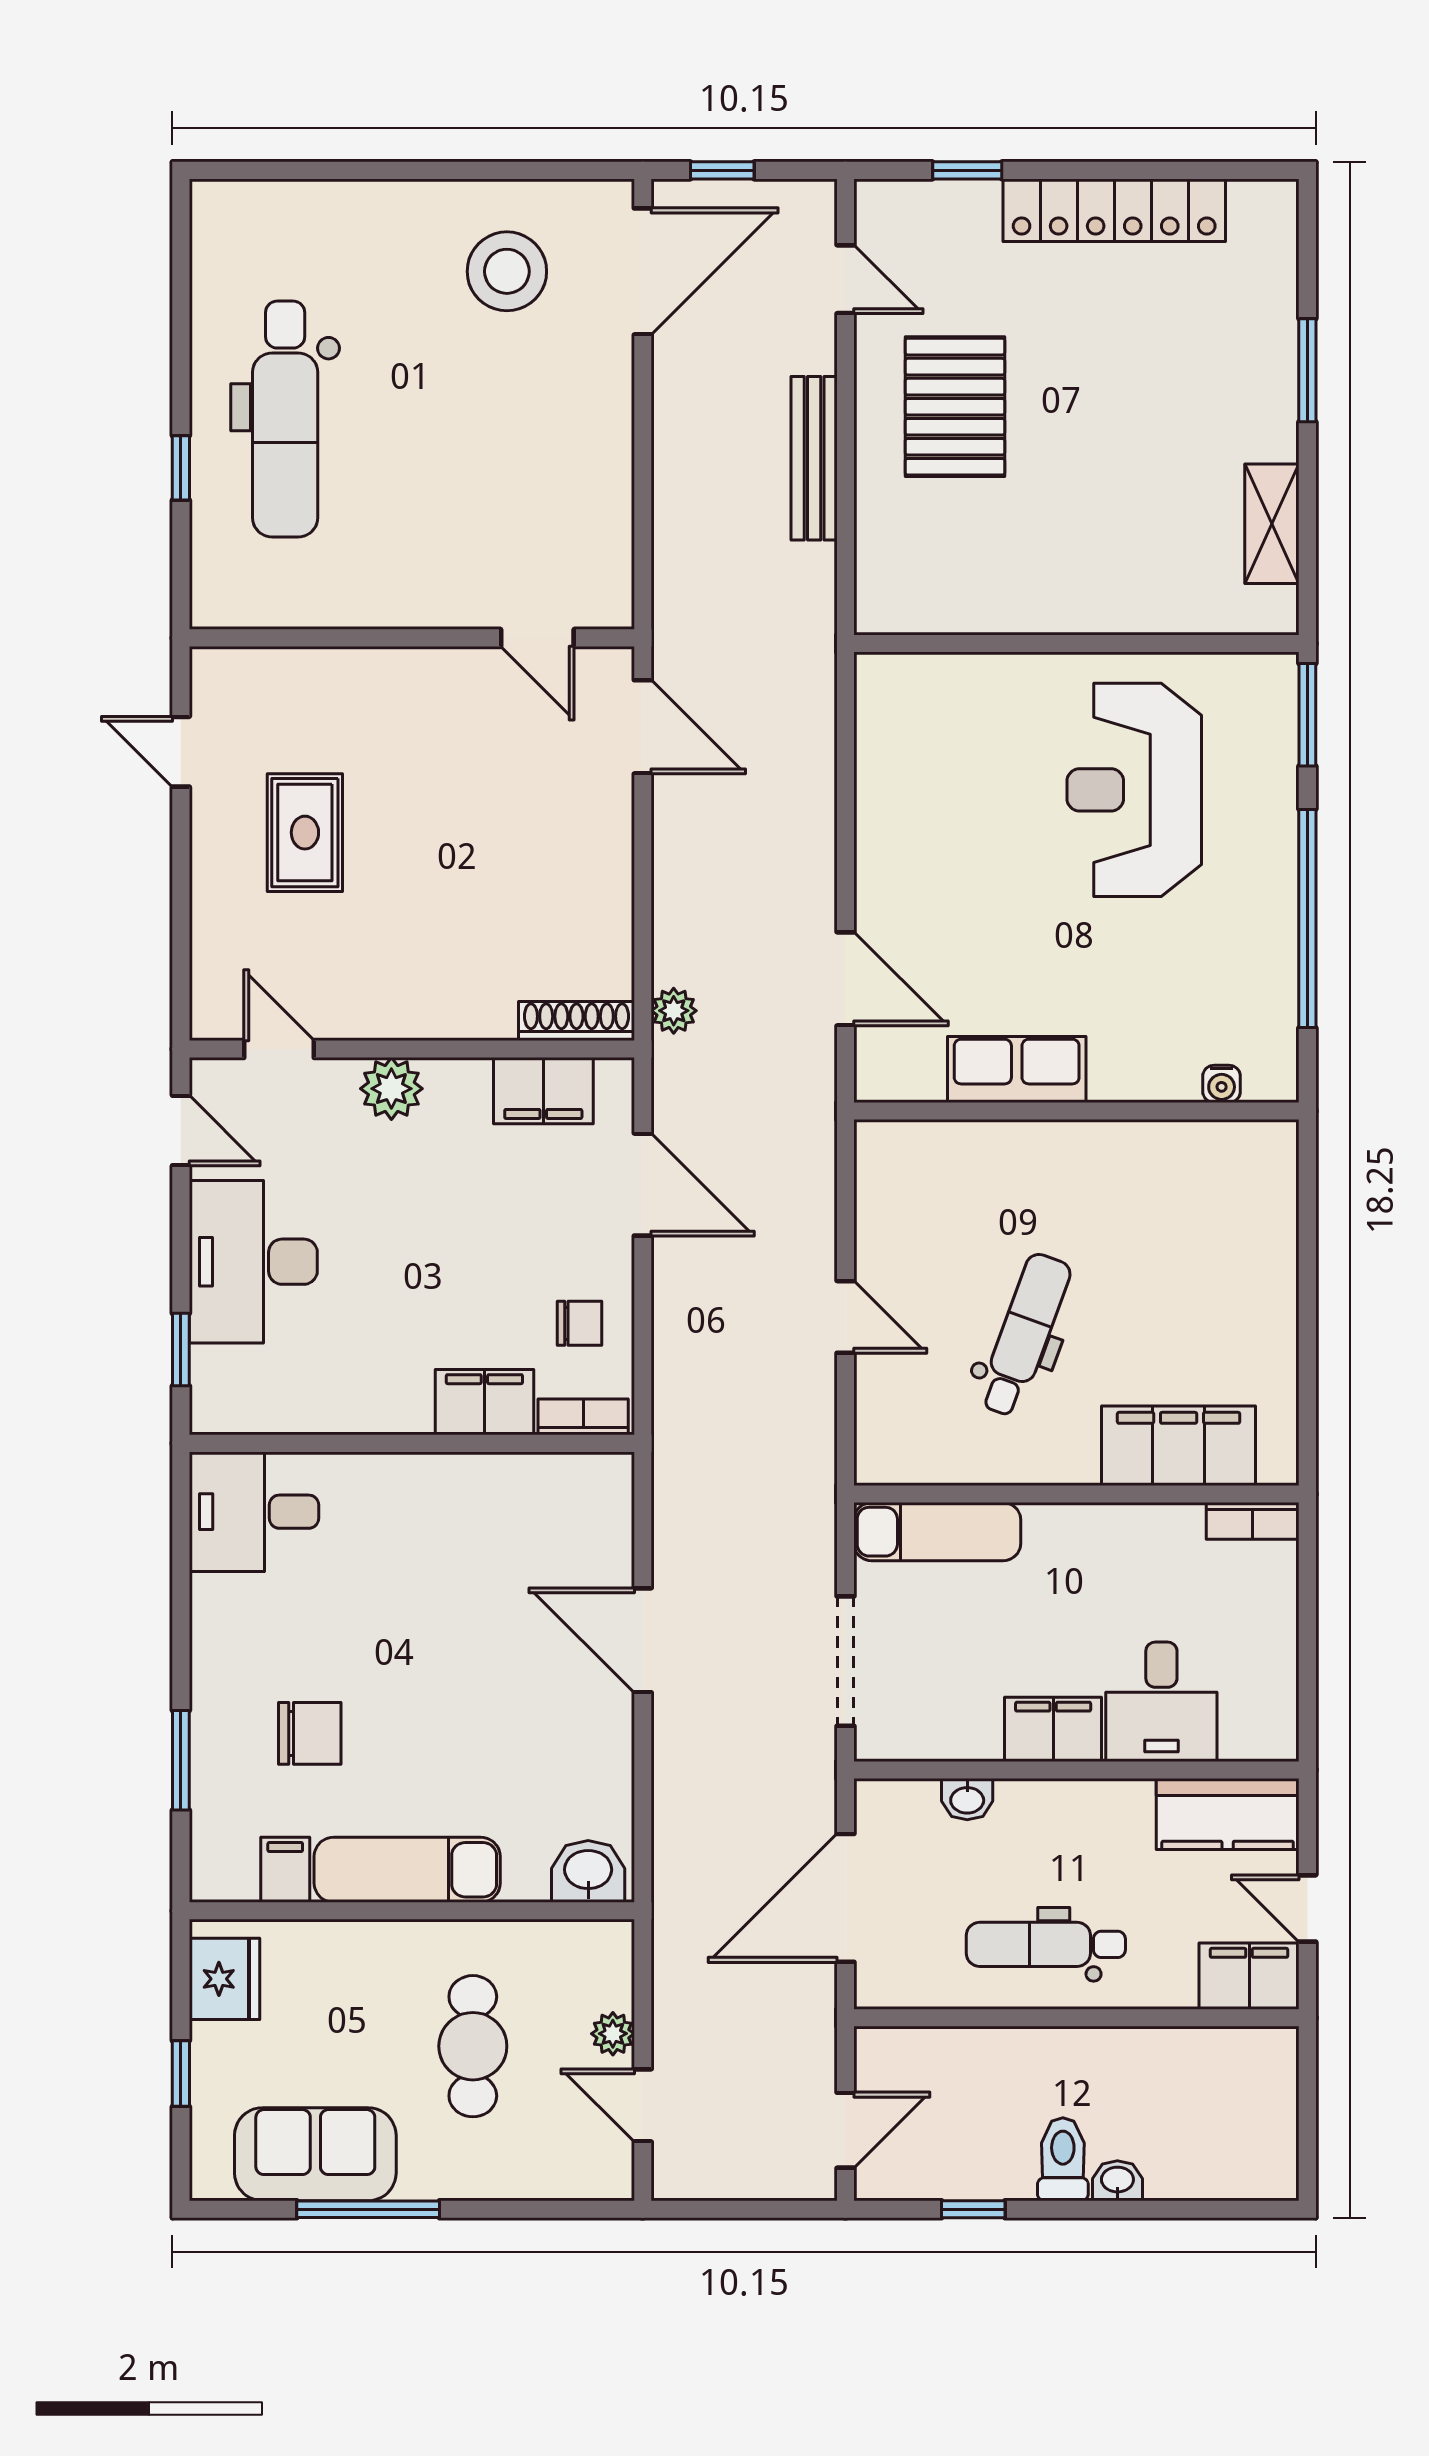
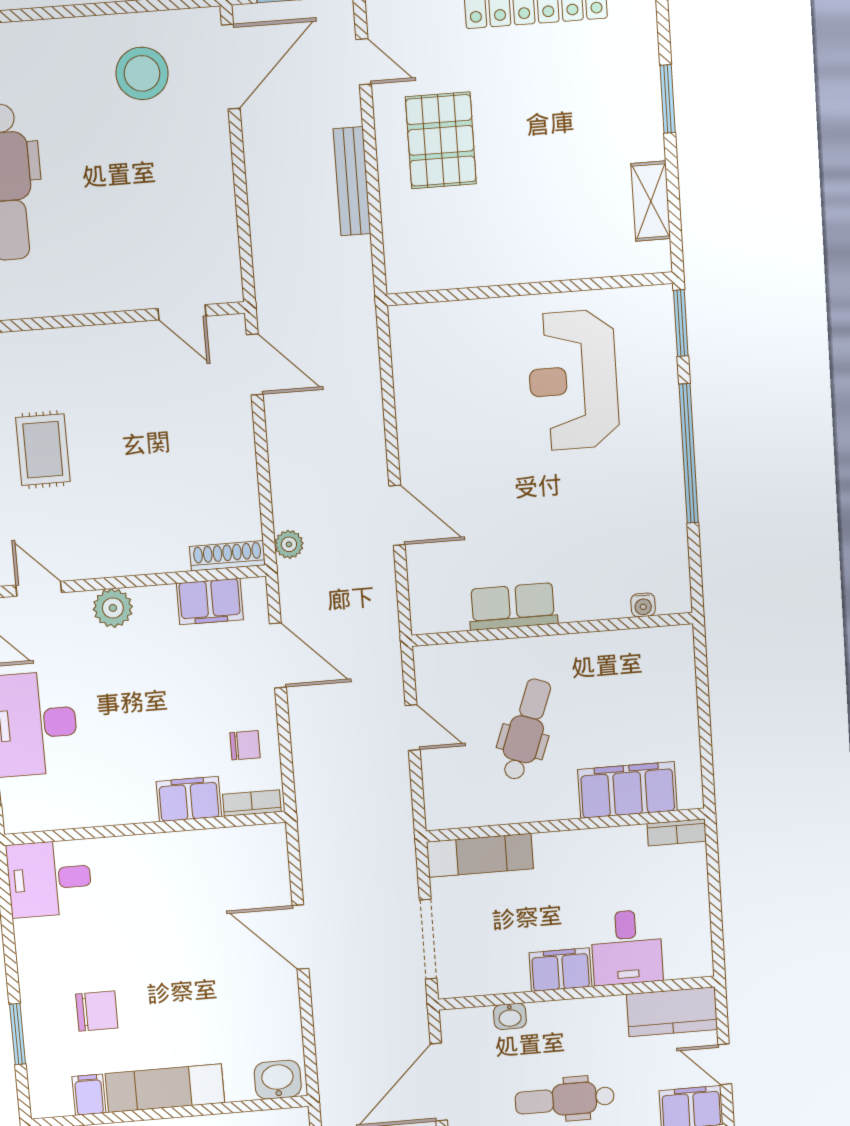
row of seats: (1017, 1069) -> (513, 606), moved
water cooler: (1222, 1084) -> (643, 605), moved
wall: (1076, 1111) -> (552, 629), moved

